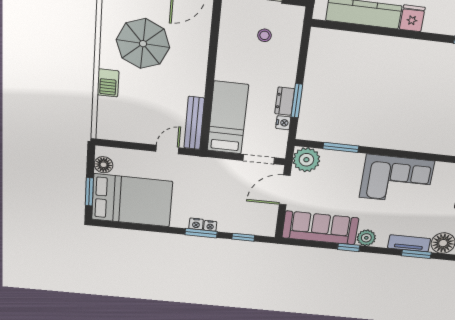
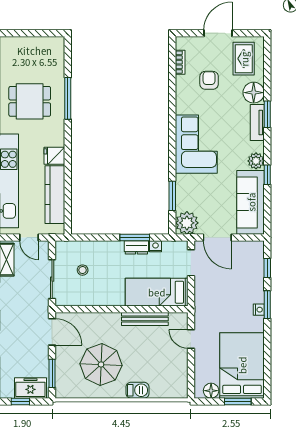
bench: (194, 123) -> (145, 319), moved
nightstand: (210, 226) -> (259, 297), removed

